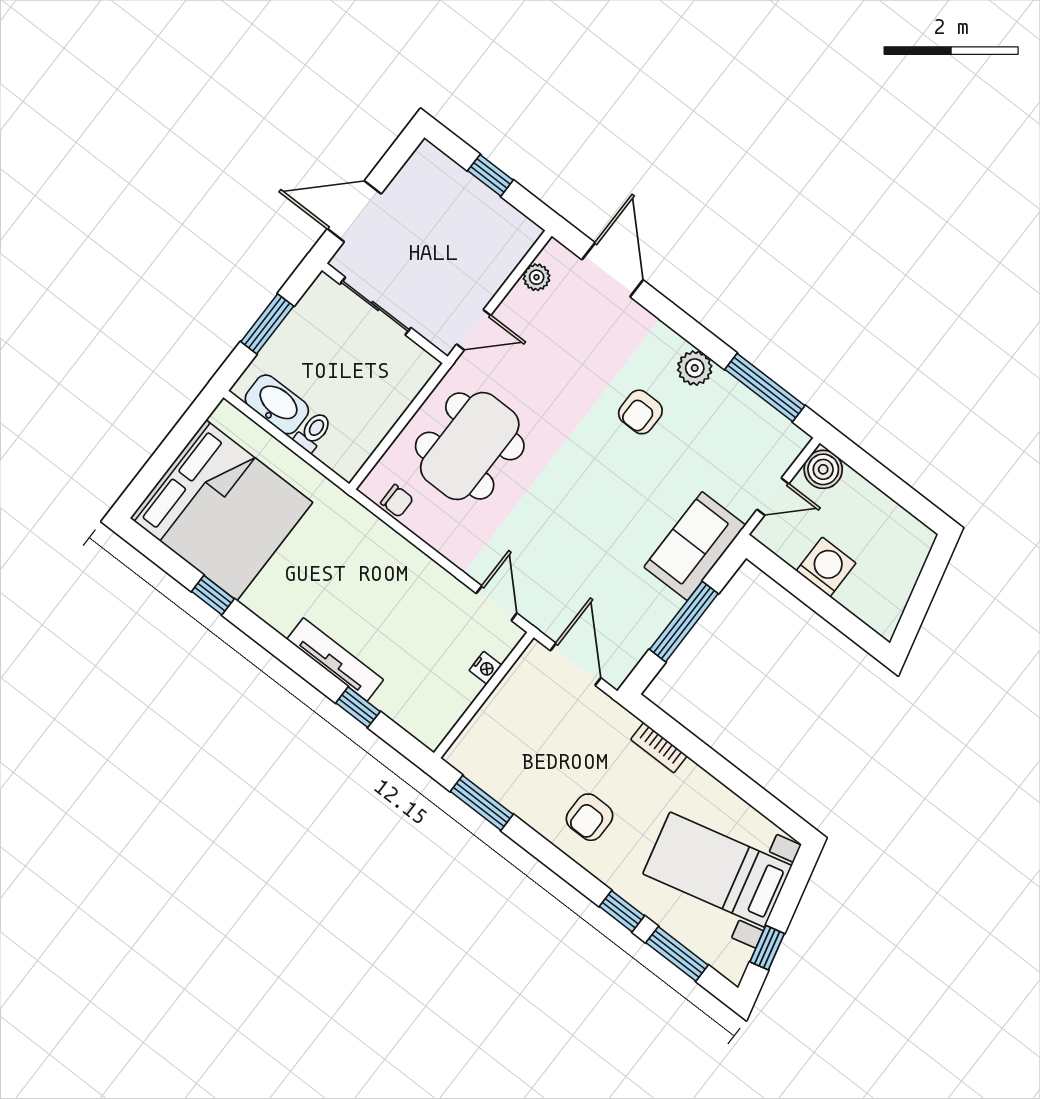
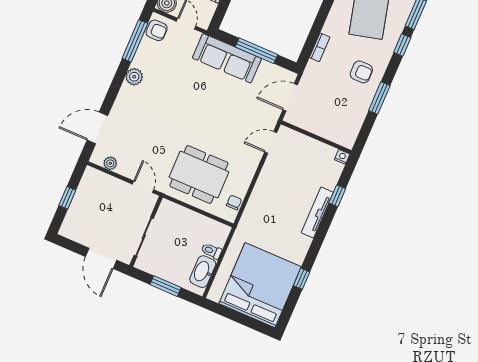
armchair: (640, 412) -> (157, 30), moved
sofa: (695, 546) -> (227, 58), width x1.36
nightstand: (485, 668) -> (342, 157), moved
window: (482, 803) -> (379, 98), moved

